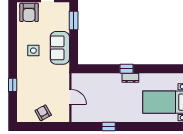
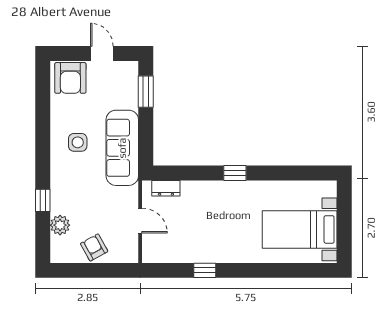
sofa: (60, 48) -> (122, 148), width x1.36
dresser: (130, 78) -> (166, 188), moved
plant: (23, 100) -> (60, 225), added

